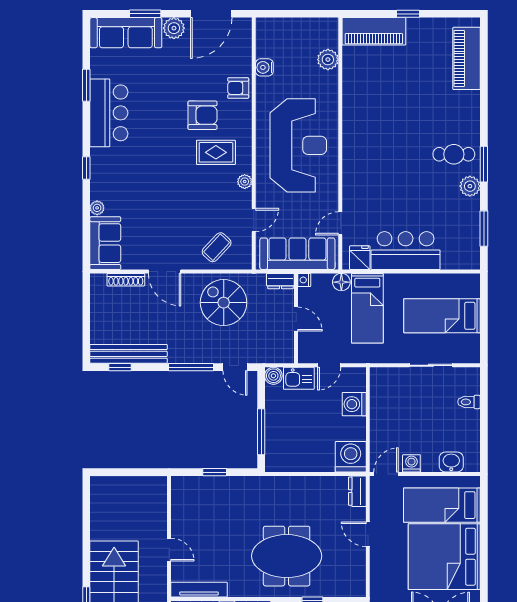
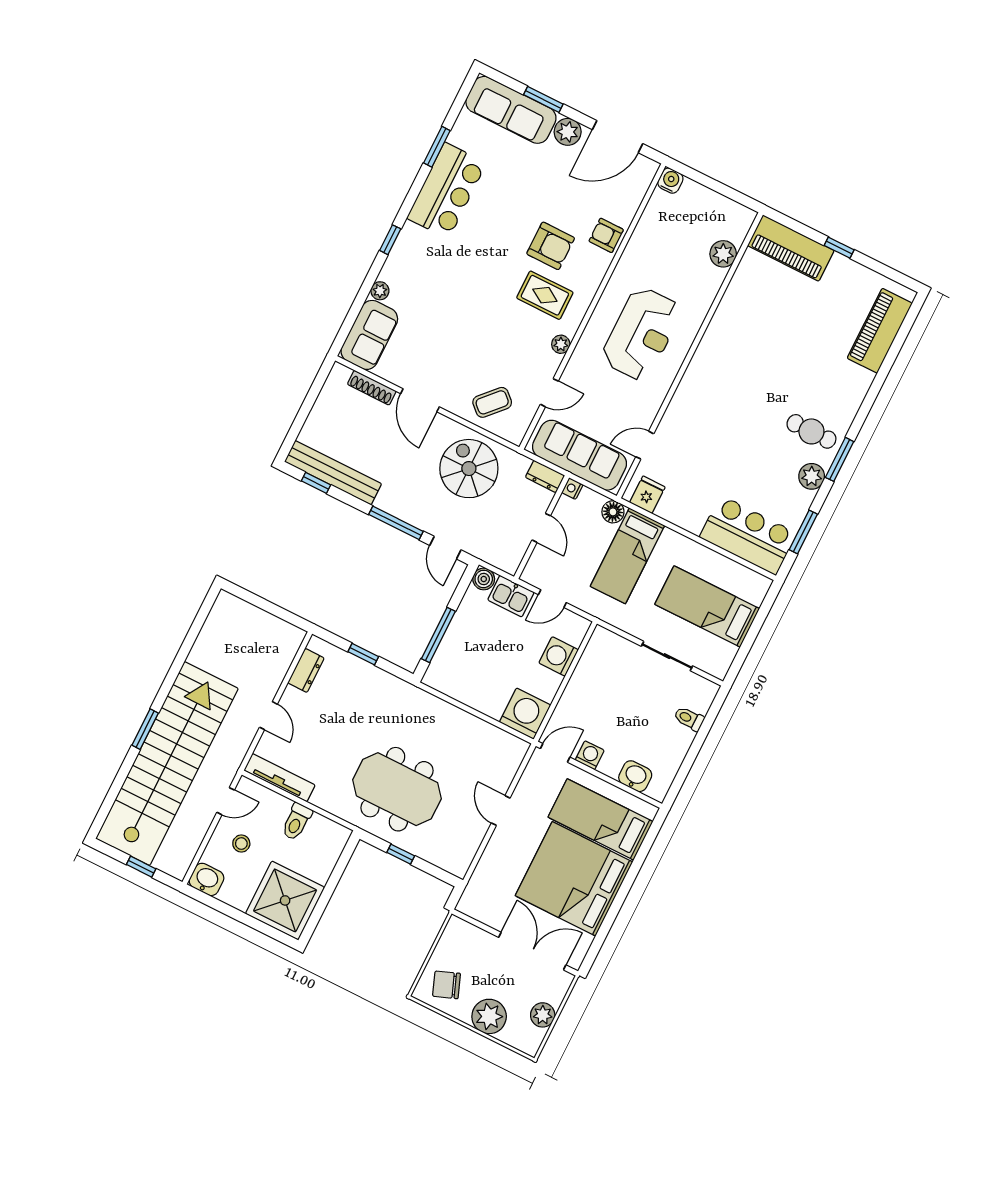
water cooler: (264, 67) -> (670, 181), moved, turned 90
reception desk: (298, 145) -> (641, 334), width x0.74, depth x0.77
bar counter: (406, 251) -> (748, 535), moved
dresser: (357, 491) -> (306, 670), moved, turned 180

